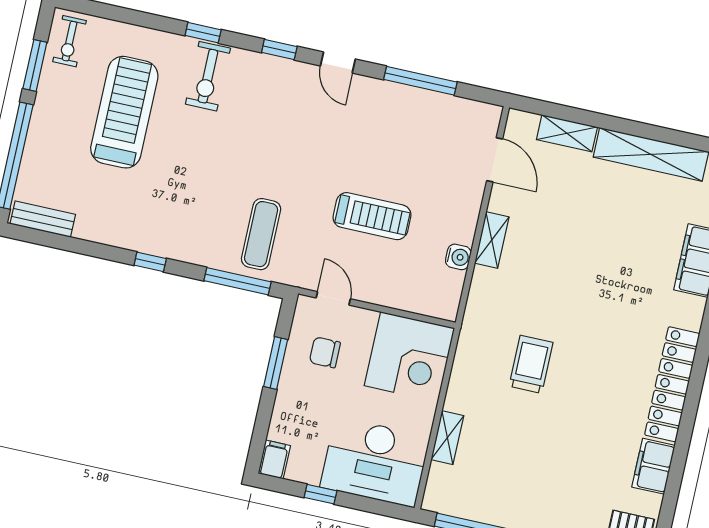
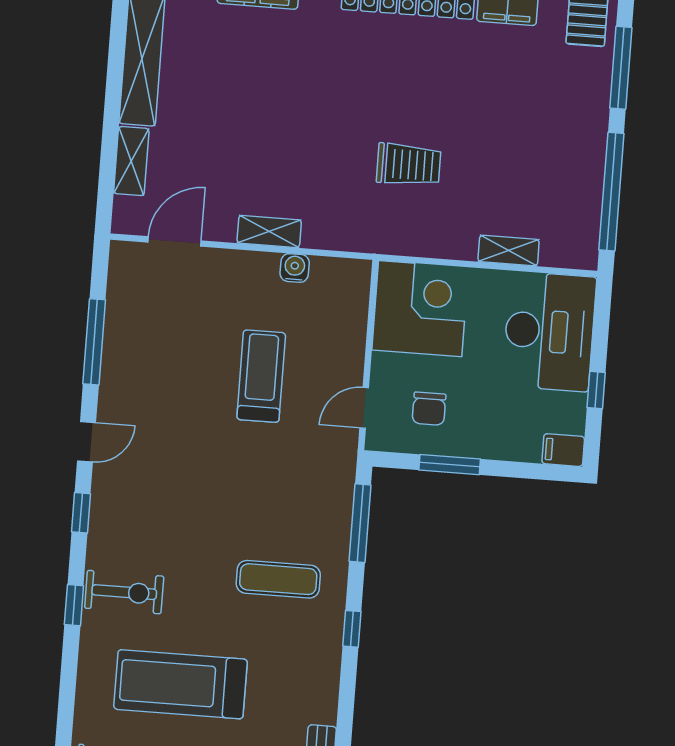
exercise mat: (261, 234) -> (278, 579), moved
trolley: (531, 364) -> (409, 165), turned 180

